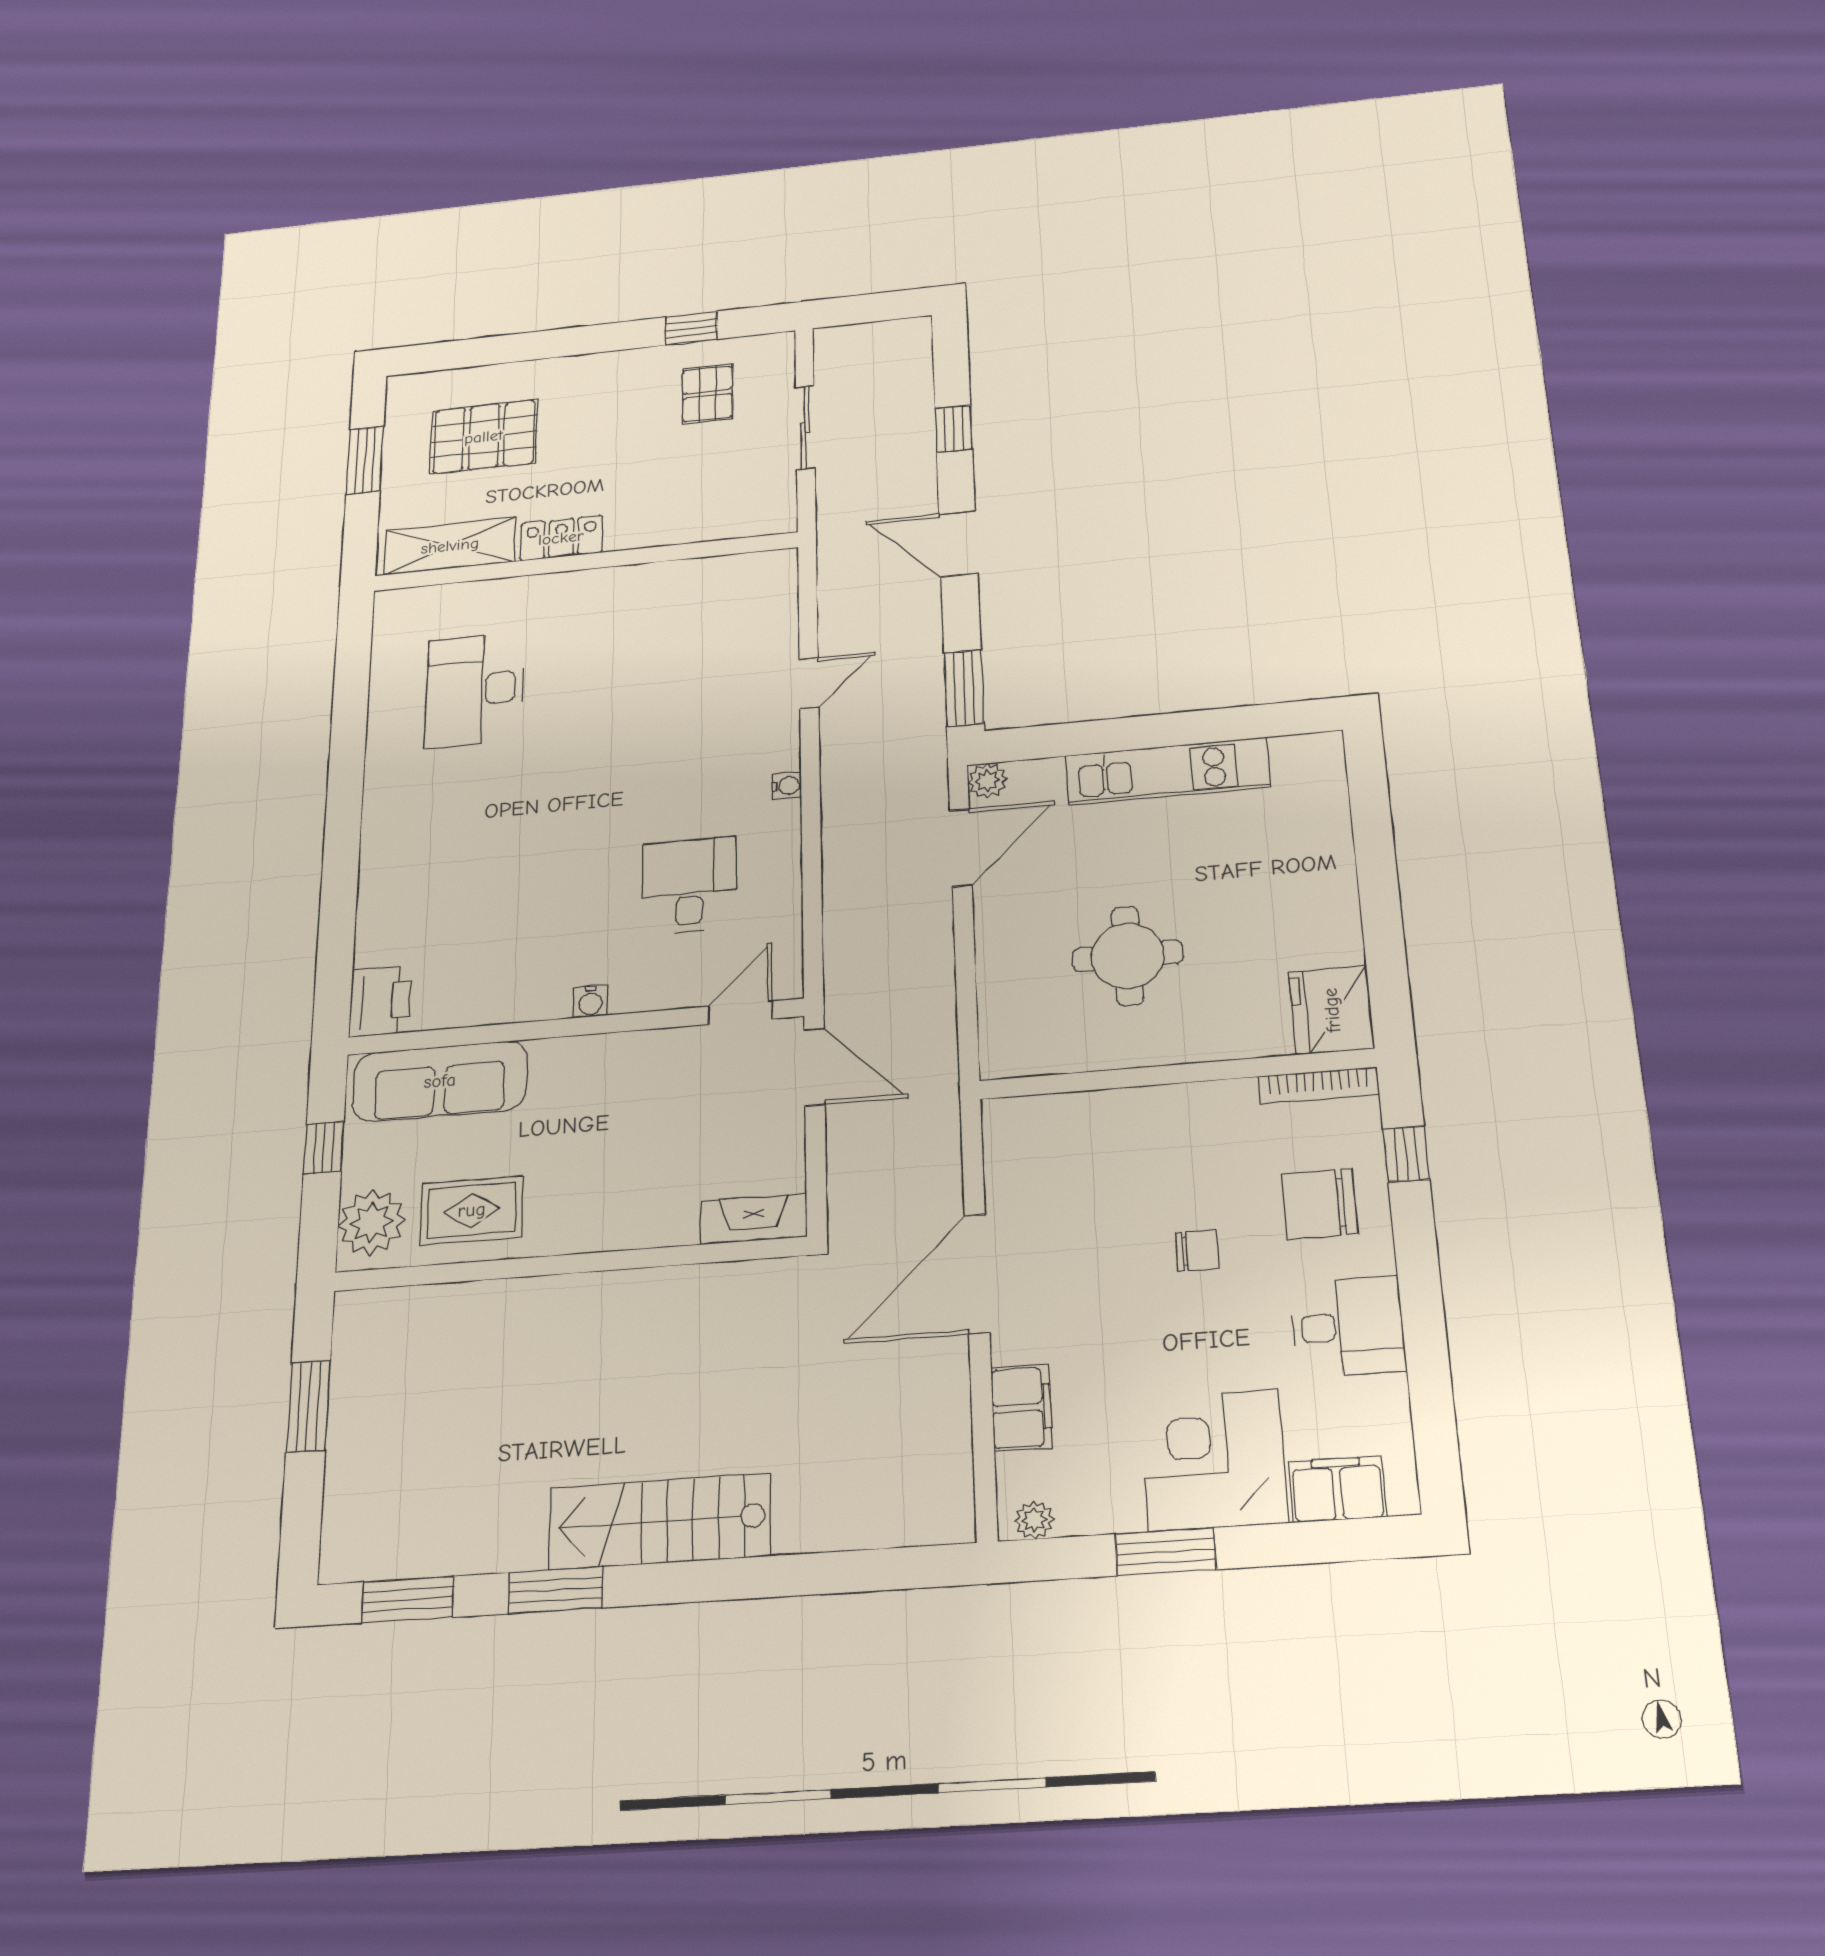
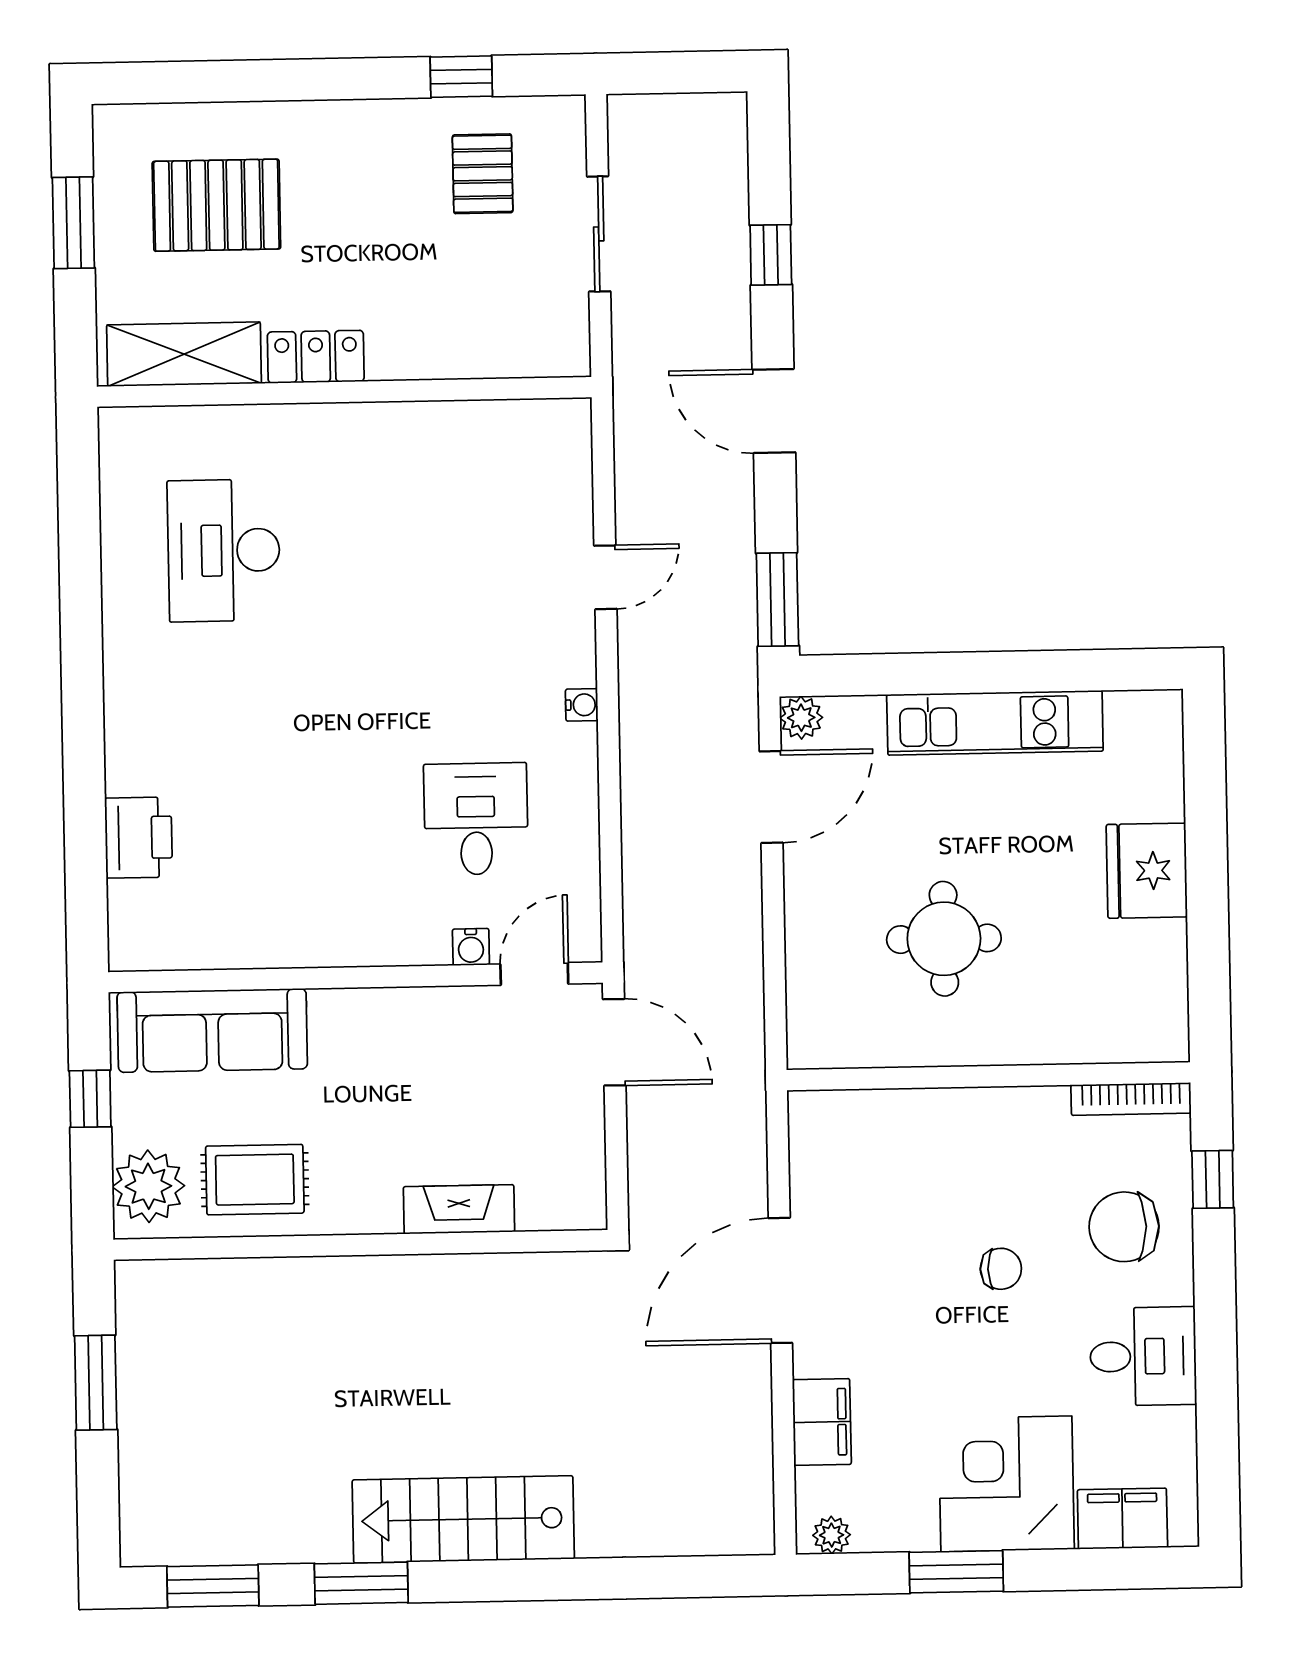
printer: (380, 1001) -> (139, 838), moved
water cooler: (590, 1001) -> (471, 947), moved
fridge: (1332, 1010) -> (1147, 871), moved
fireplace: (753, 1219) -> (459, 1209), moved

